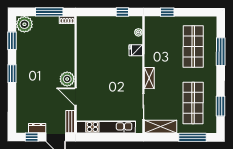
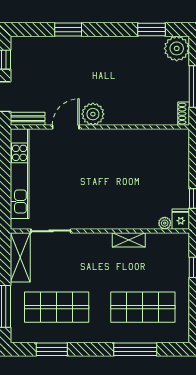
fridge: (136, 50) -> (181, 219), moved
window: (12, 74) -> (68, 29), moved
shelving: (149, 78) -> (129, 240), moved
dresser: (37, 128) -> (18, 68), removed

